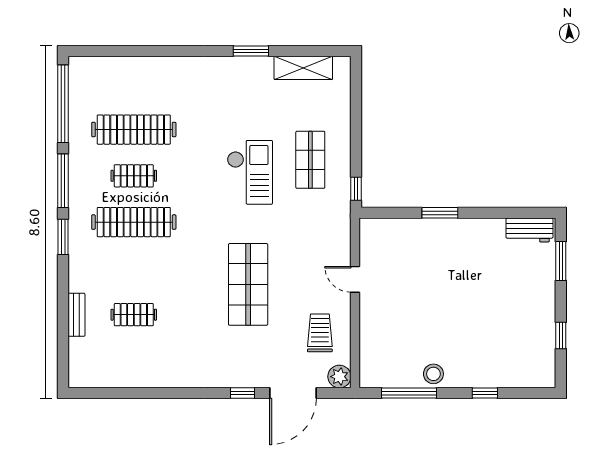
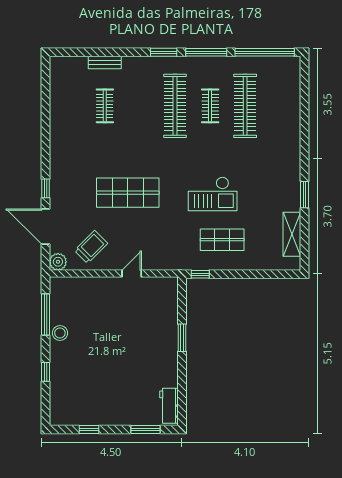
trolley: (320, 333) -> (91, 247), turned -45

